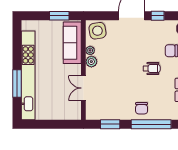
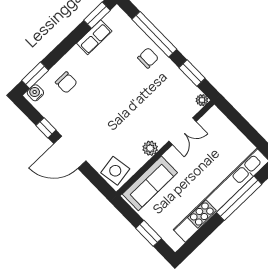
window: (59, 16) -> (149, 233), moved
plant: (90, 50) -> (202, 100), moved
wheelchair: (152, 68) -> (101, 85), removed
window: (17, 84) -> (239, 198), width x1.46

